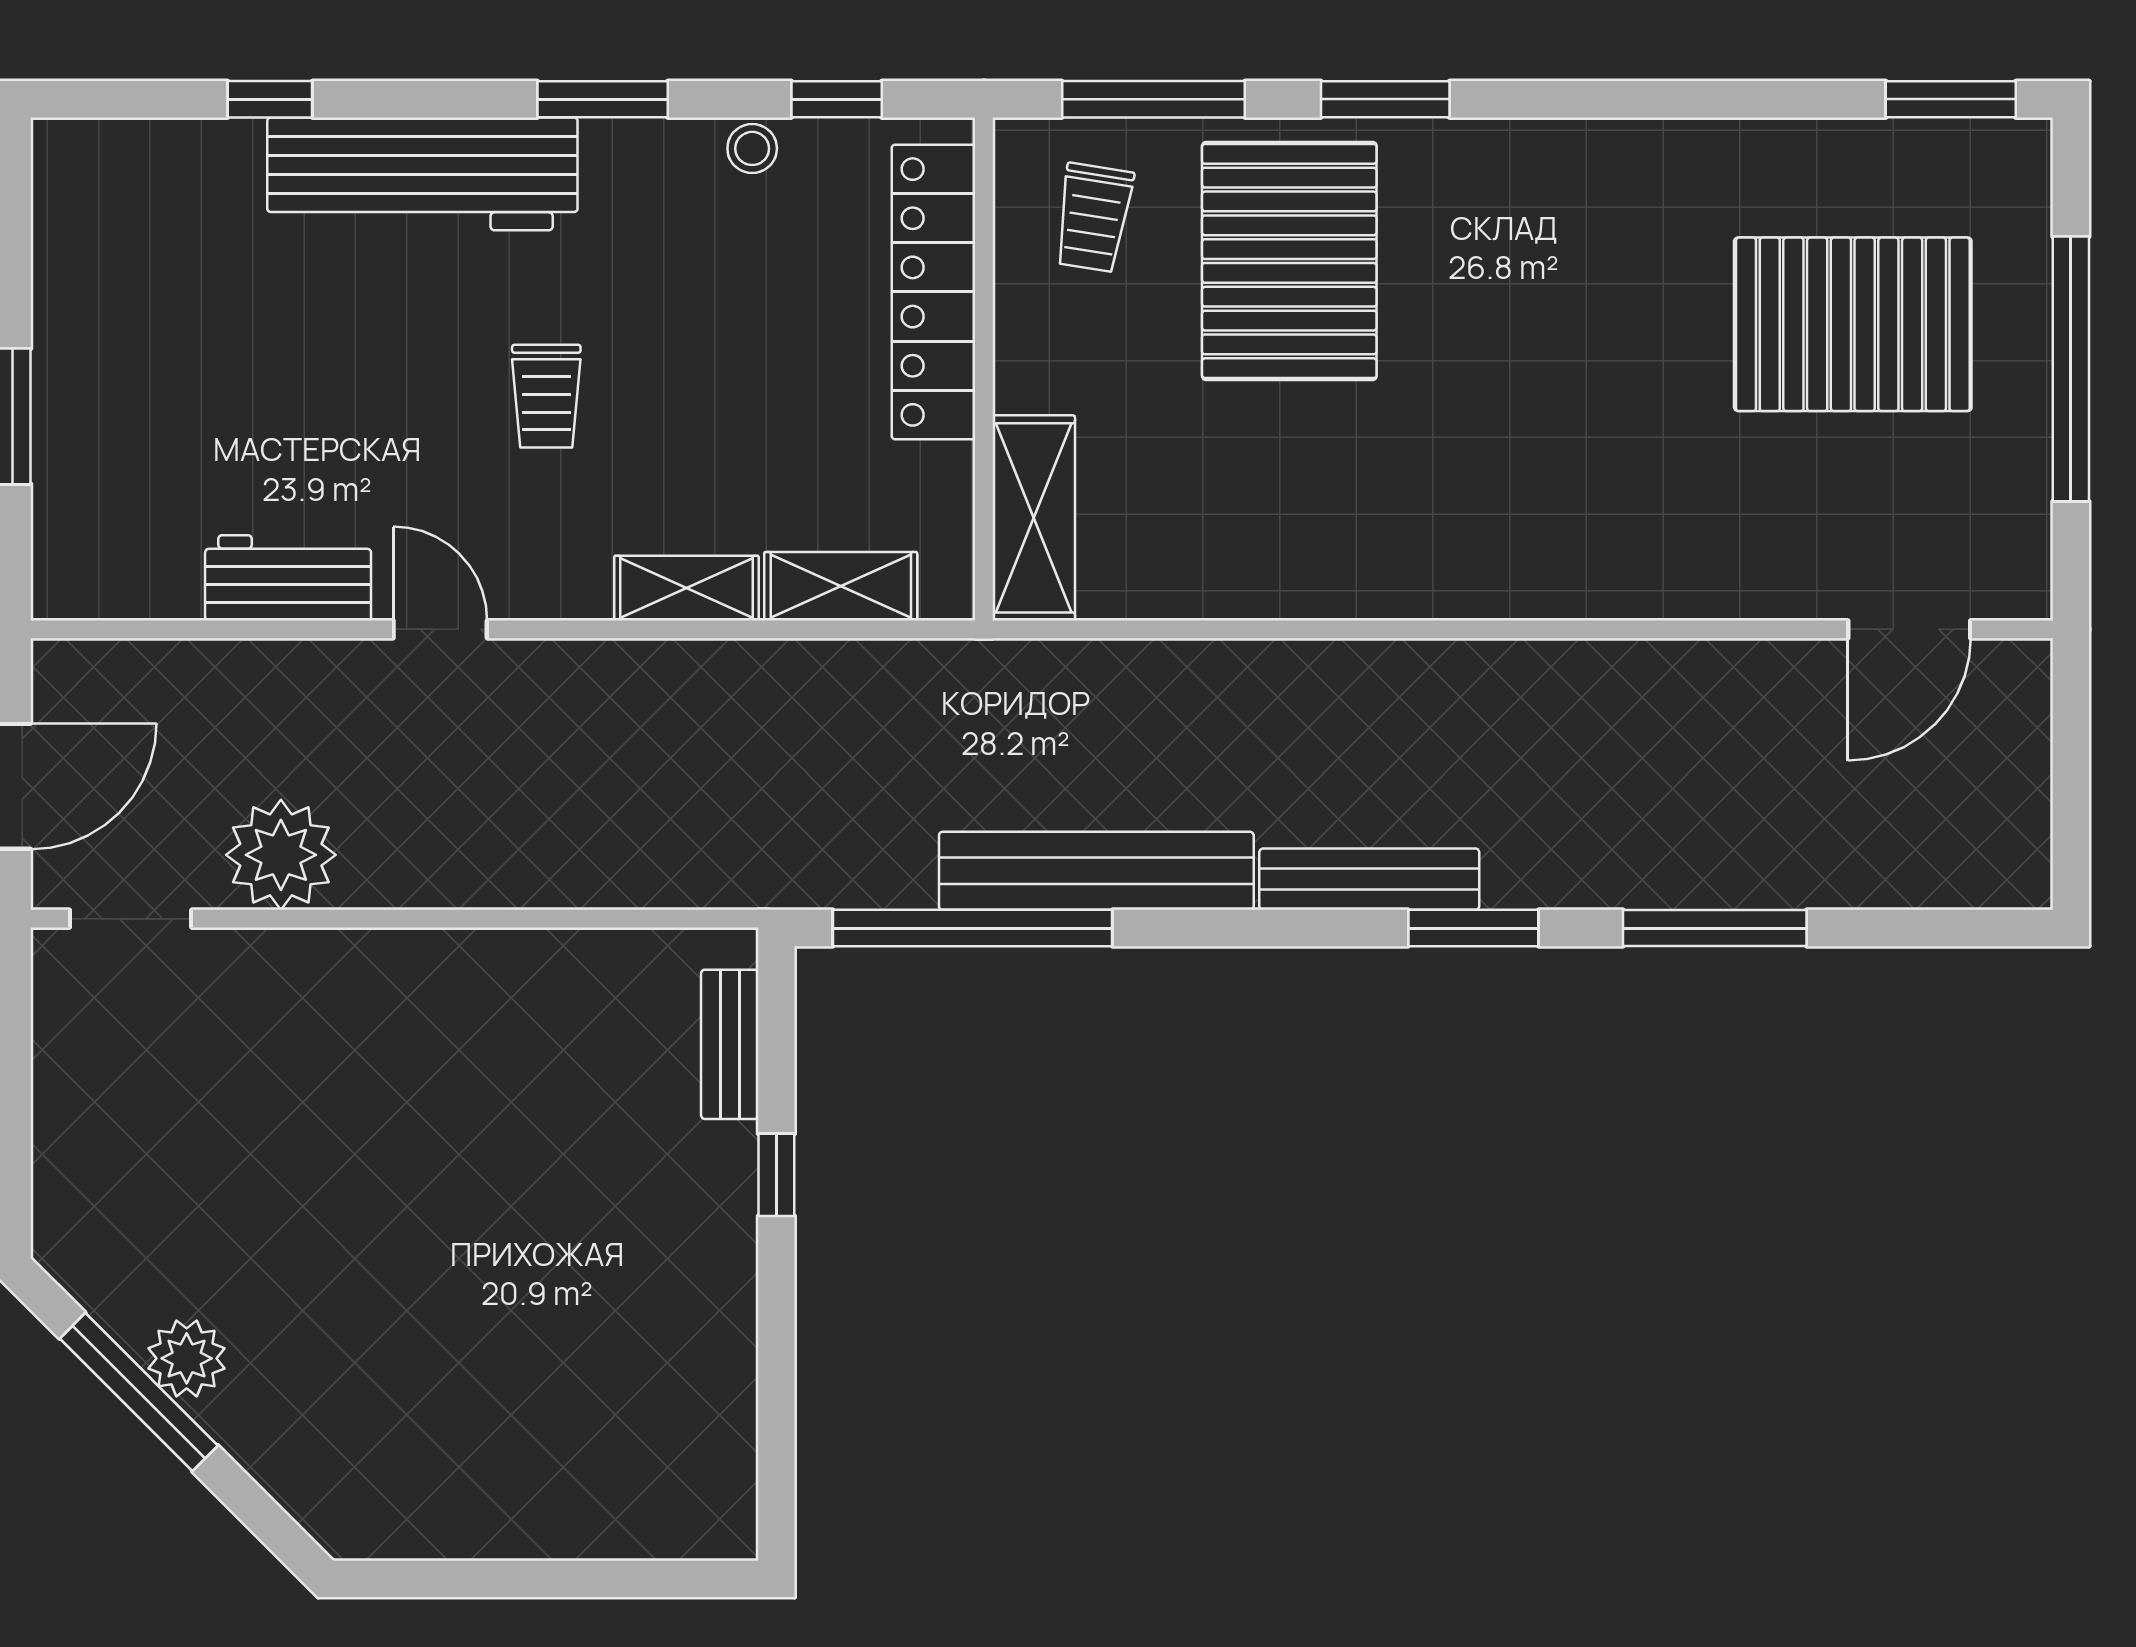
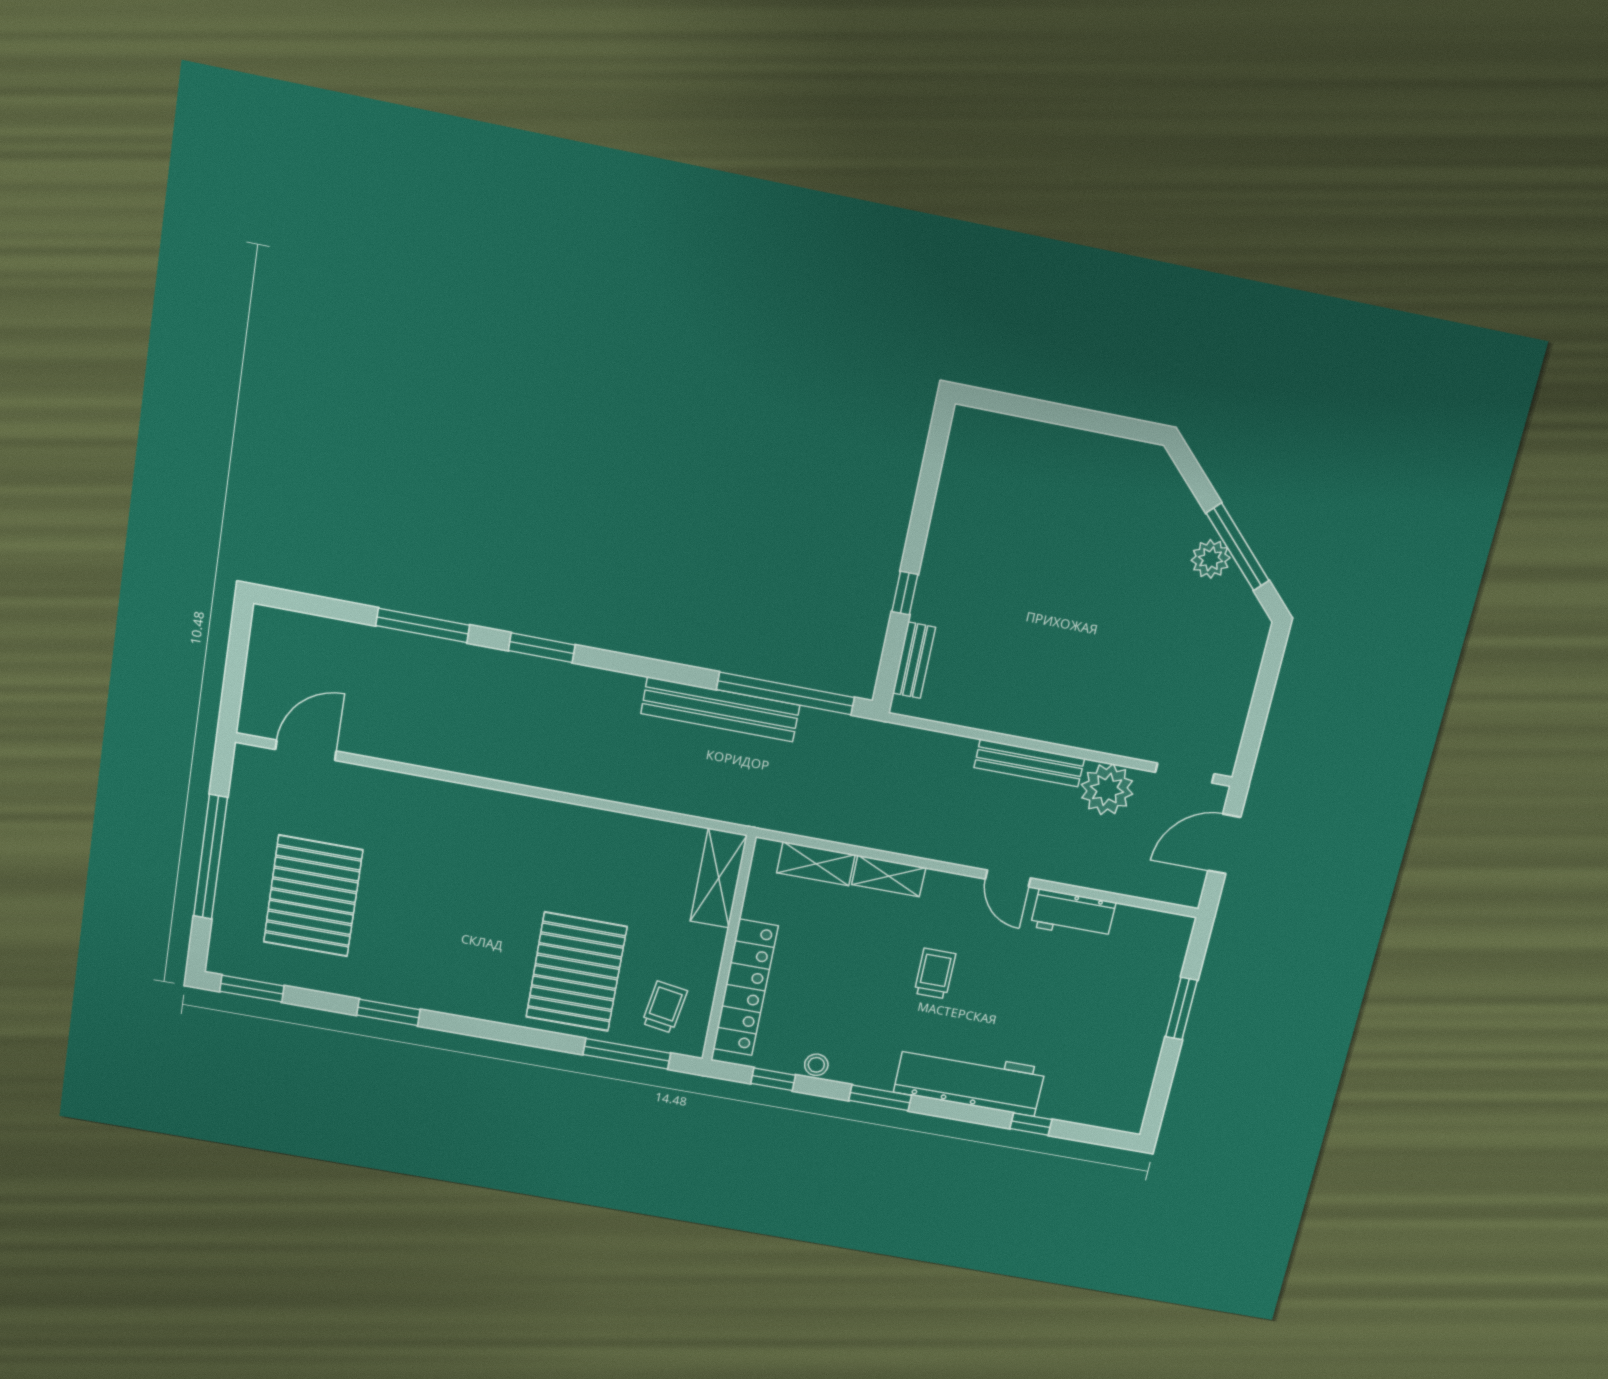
window: (1385, 99) -> (388, 1012), moved
pallet: (1853, 324) -> (313, 896), turned 90
bench: (1369, 879) -> (1029, 763), moved

